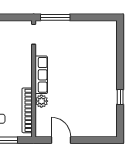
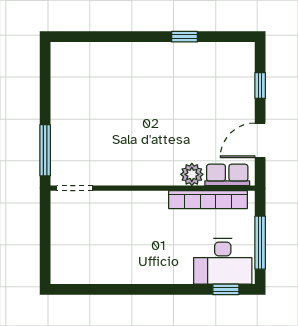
row of seats: (41, 75) -> (227, 175), moved, width x0.68
window: (92, 140) -> (260, 85), added

